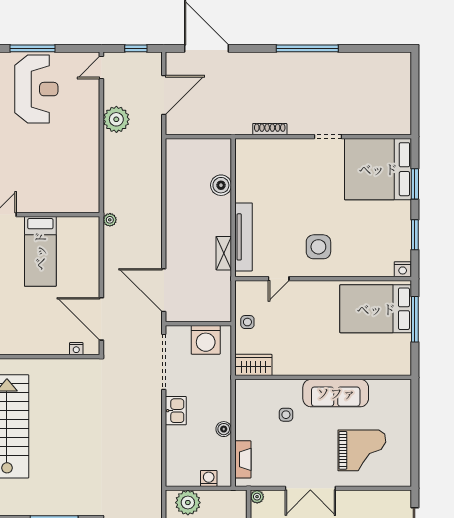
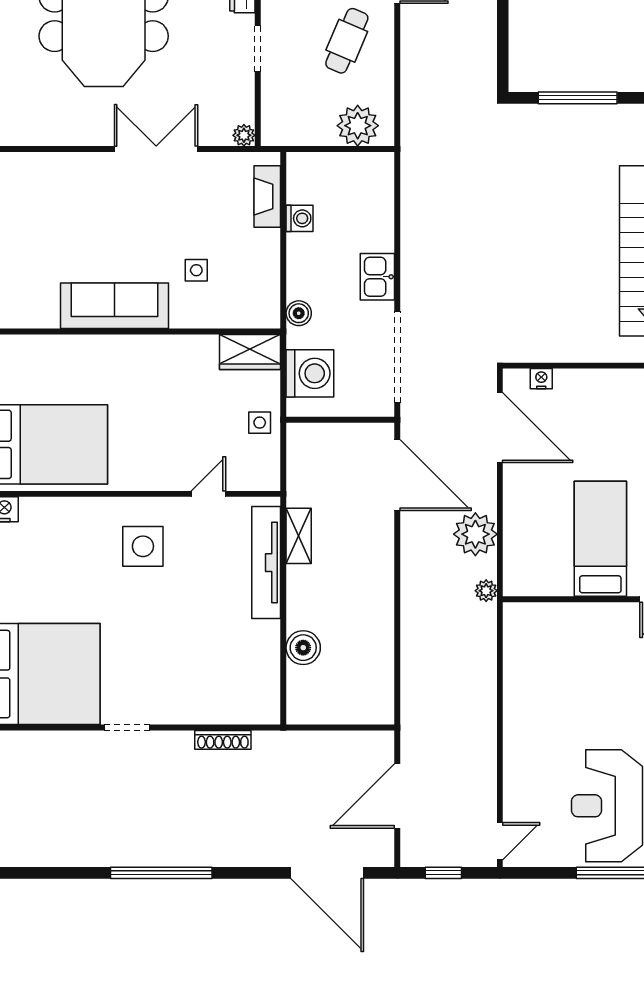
plant: (116, 119) -> (475, 534), moved
washing machine: (206, 340) -> (310, 373), moved, turned 90
boiler: (224, 429) -> (299, 313), moved
grand piano: (362, 450) -> (72, 211), removed
washing machine: (209, 478) -> (300, 218), moved, turned -90

